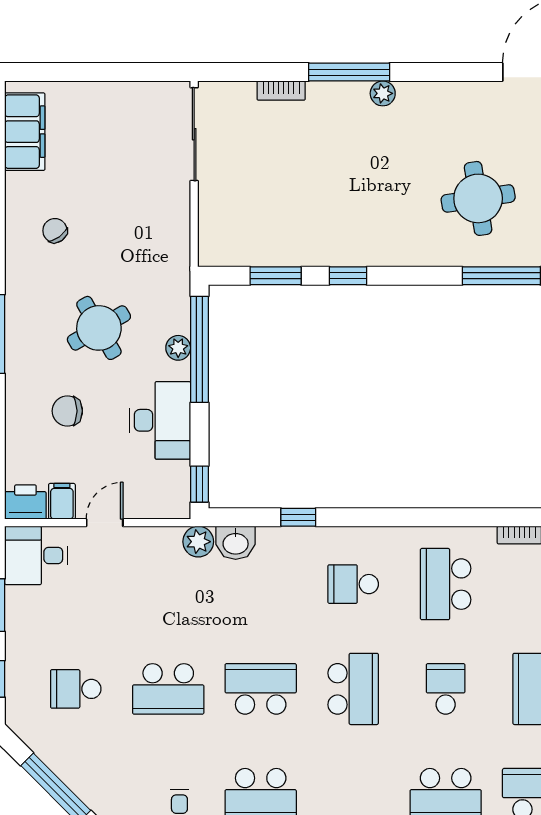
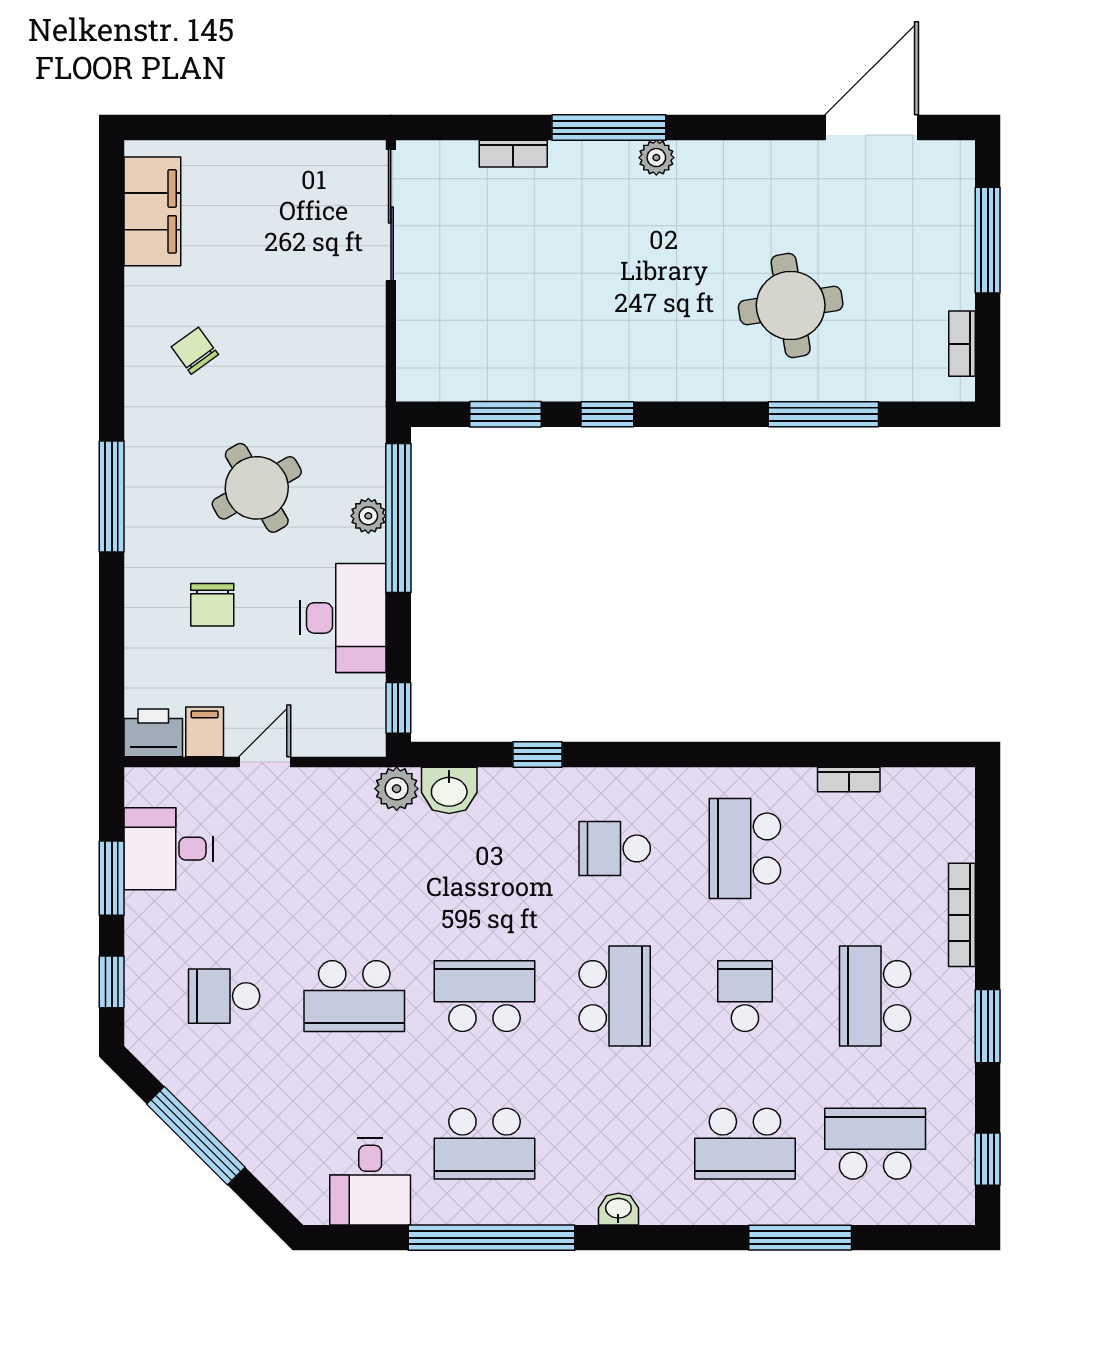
chair: (67, 411) -> (212, 605), turned -90
desk: (36, 555) -> (168, 849), moved

